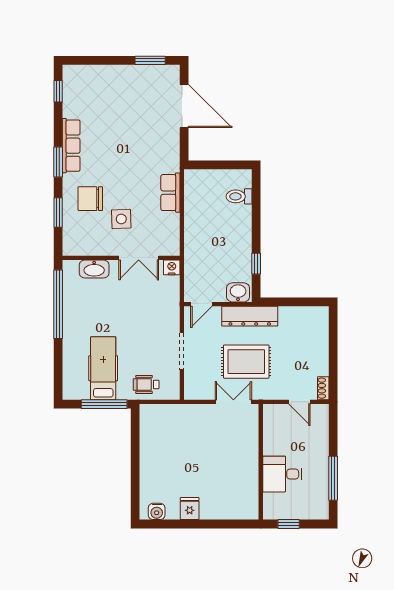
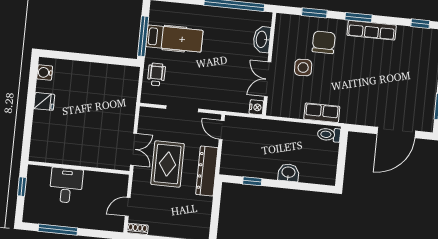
toilet: (239, 196) -> (329, 135), moved, turned -90
washbasin: (238, 292) -> (288, 173), moved, turned -90

